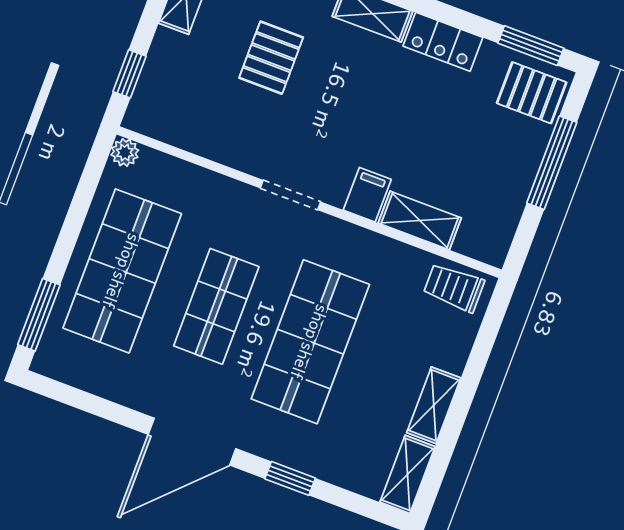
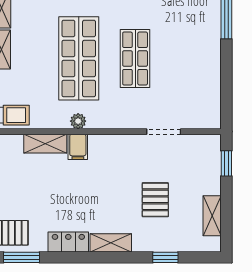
plant: (125, 153) -> (78, 121), moved
doorway: (290, 195) -> (164, 132), moved
shop shelf: (122, 271) -> (191, 58), removed

